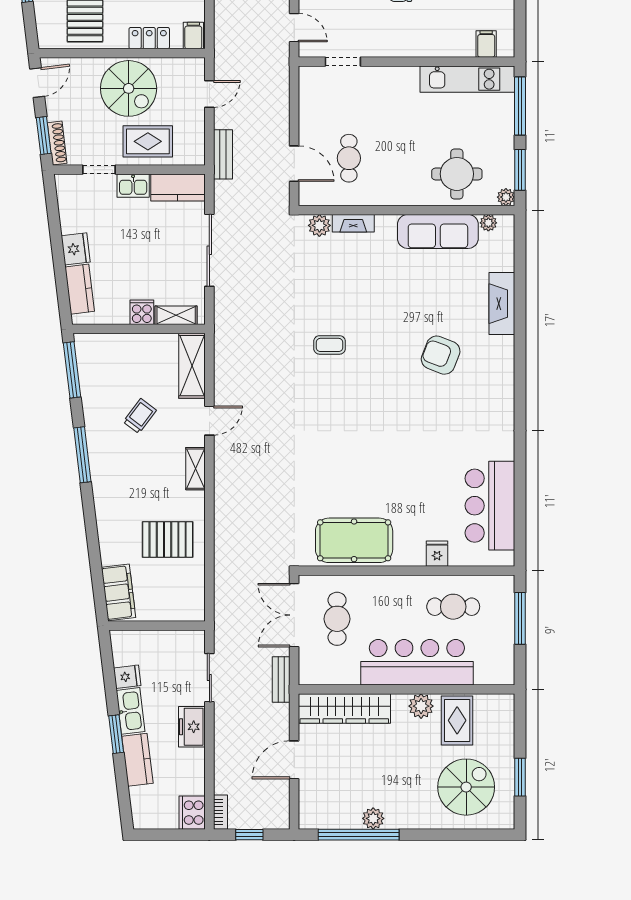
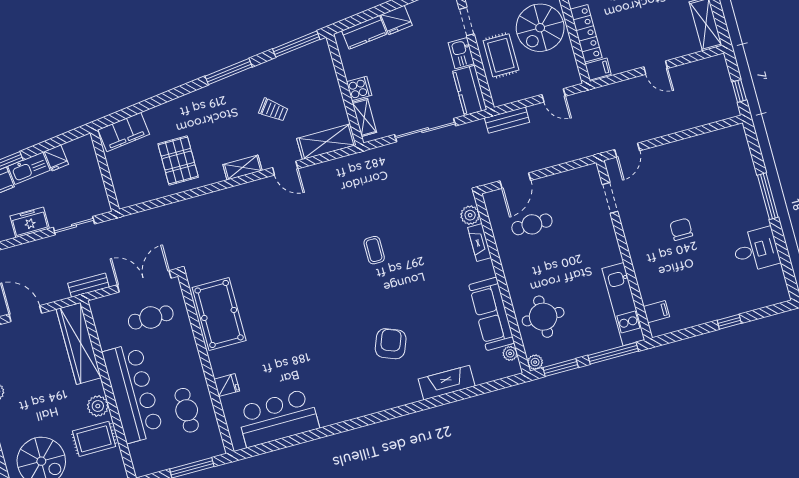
locker: (149, 38) -> (586, 33), width x1.53

